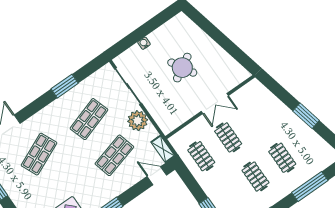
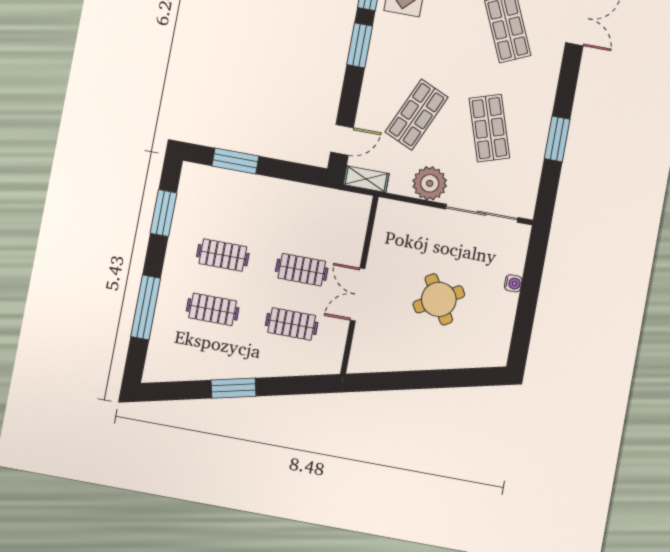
shop shelf: (114, 155) -> (417, 115), turned 39
clothes rail: (201, 156) -> (292, 324), moved

